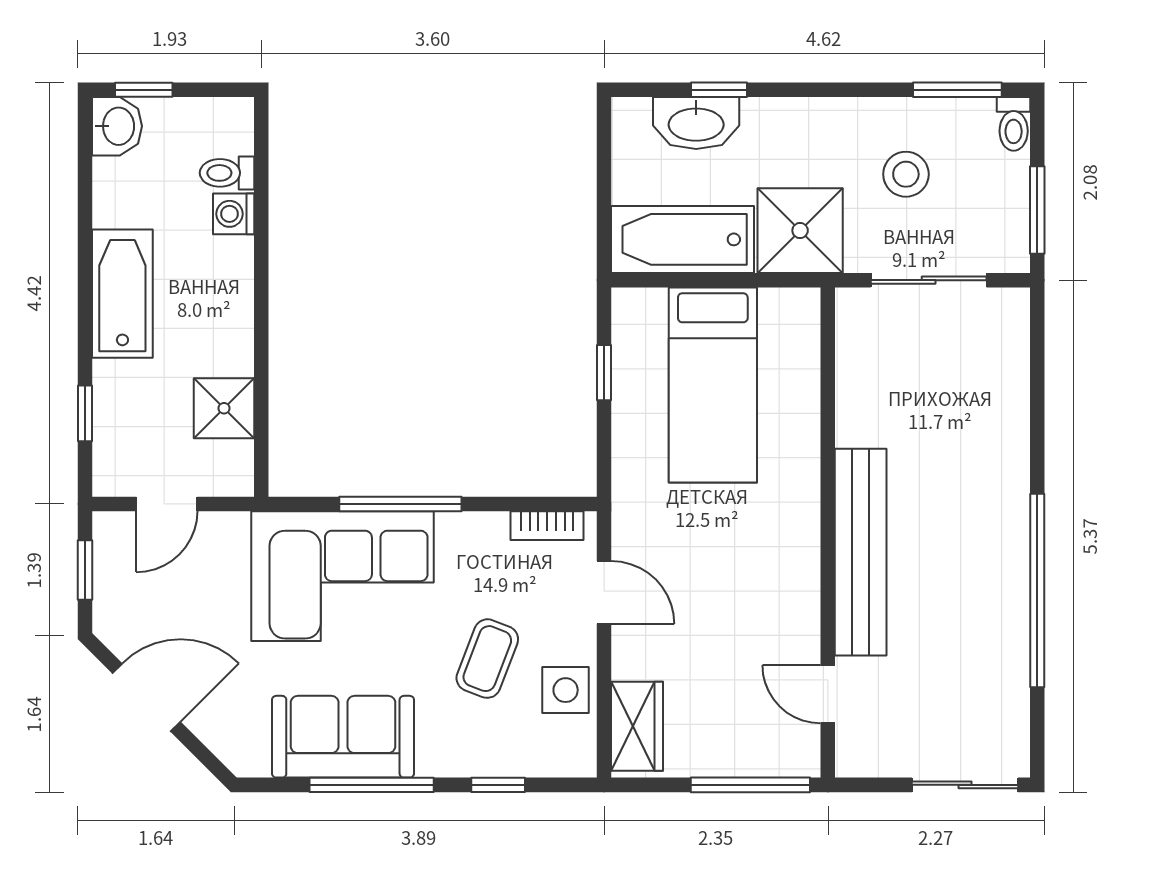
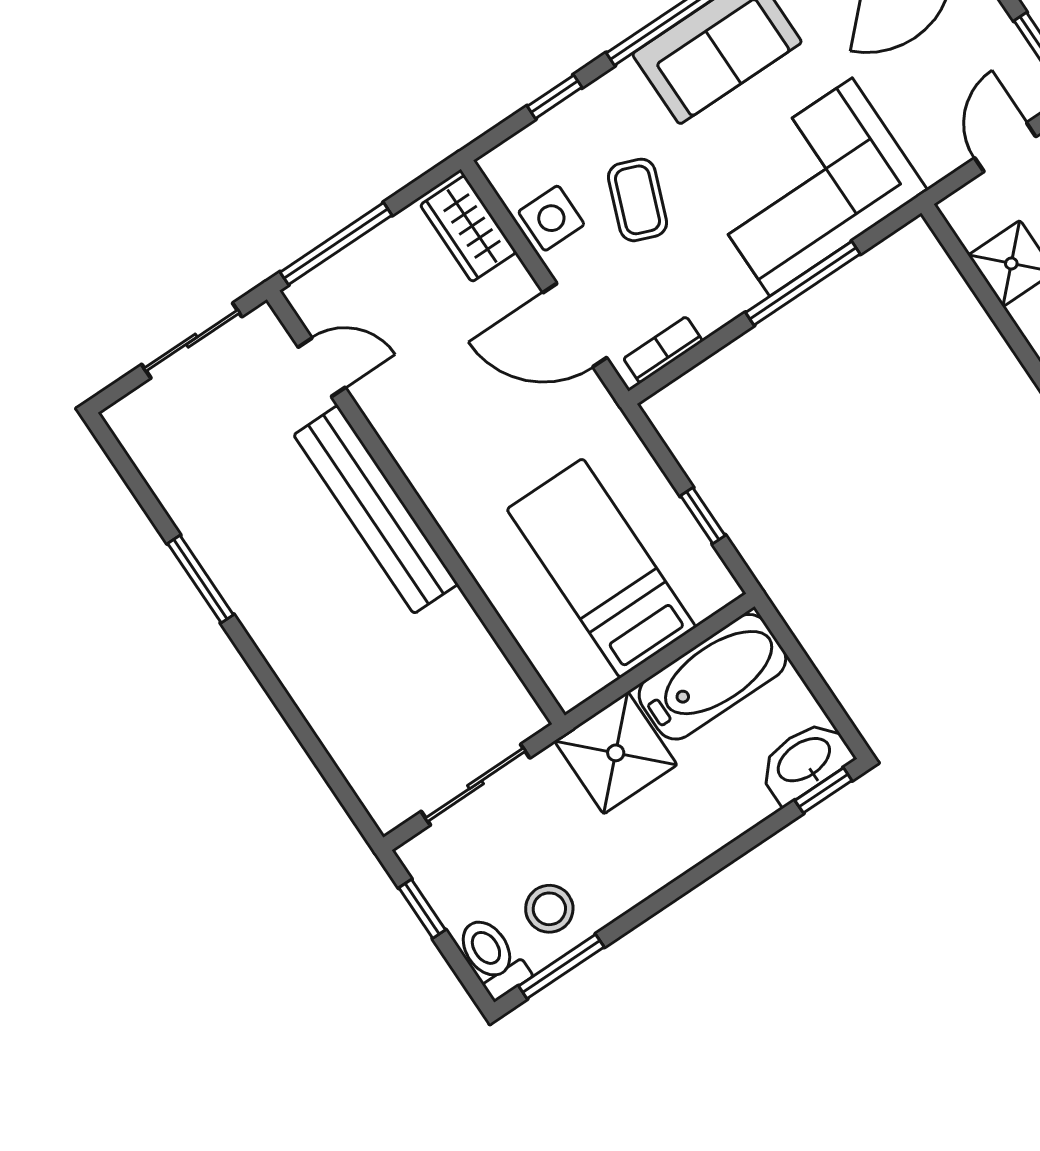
window: (719, 90) -> (823, 790), moved
washbasin: (696, 123) -> (805, 761), moved
toilet: (1014, 124) -> (492, 957), width x1.37, depth x1.39
stool: (906, 174) -> (549, 909), moved
window: (1037, 210) -> (422, 909), width x0.67
window: (1037, 590) -> (201, 579), width x0.47
door: (604, 592) -> (575, 325), width x1.38
sliding door: (965, 785) -> (192, 341), moved

